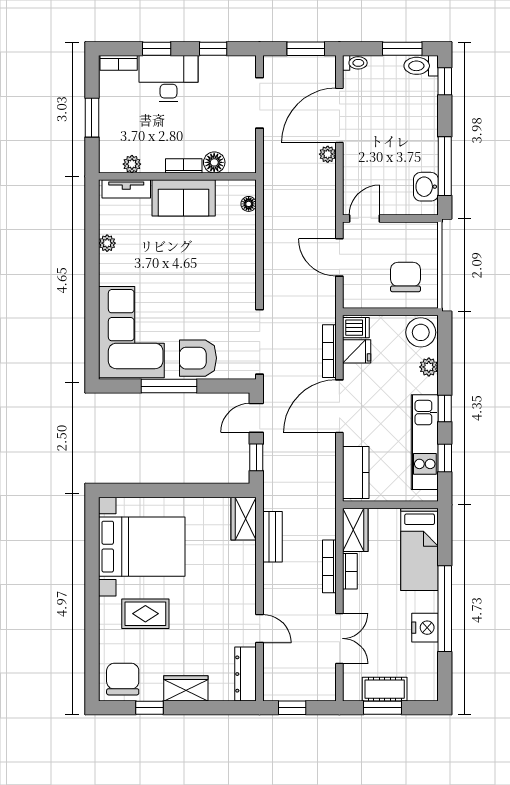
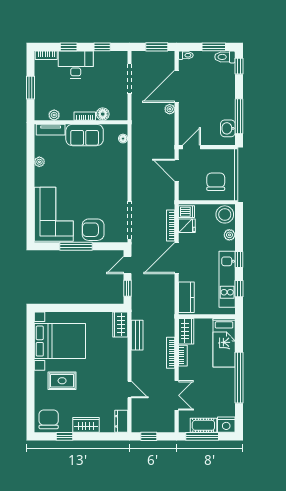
nightstand: (425, 628) -> (226, 425), moved, turned 90
dresser: (246, 674) -> (121, 421), width x0.70
window: (382, 708) -> (202, 436), width x1.44

